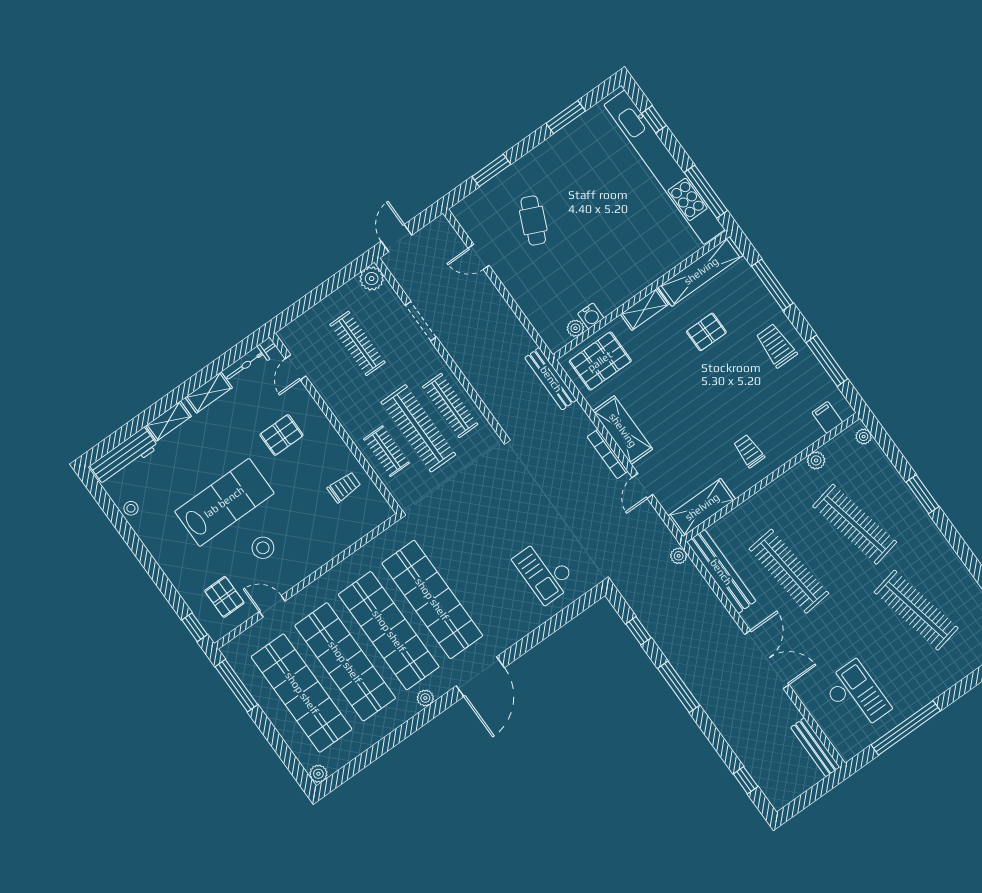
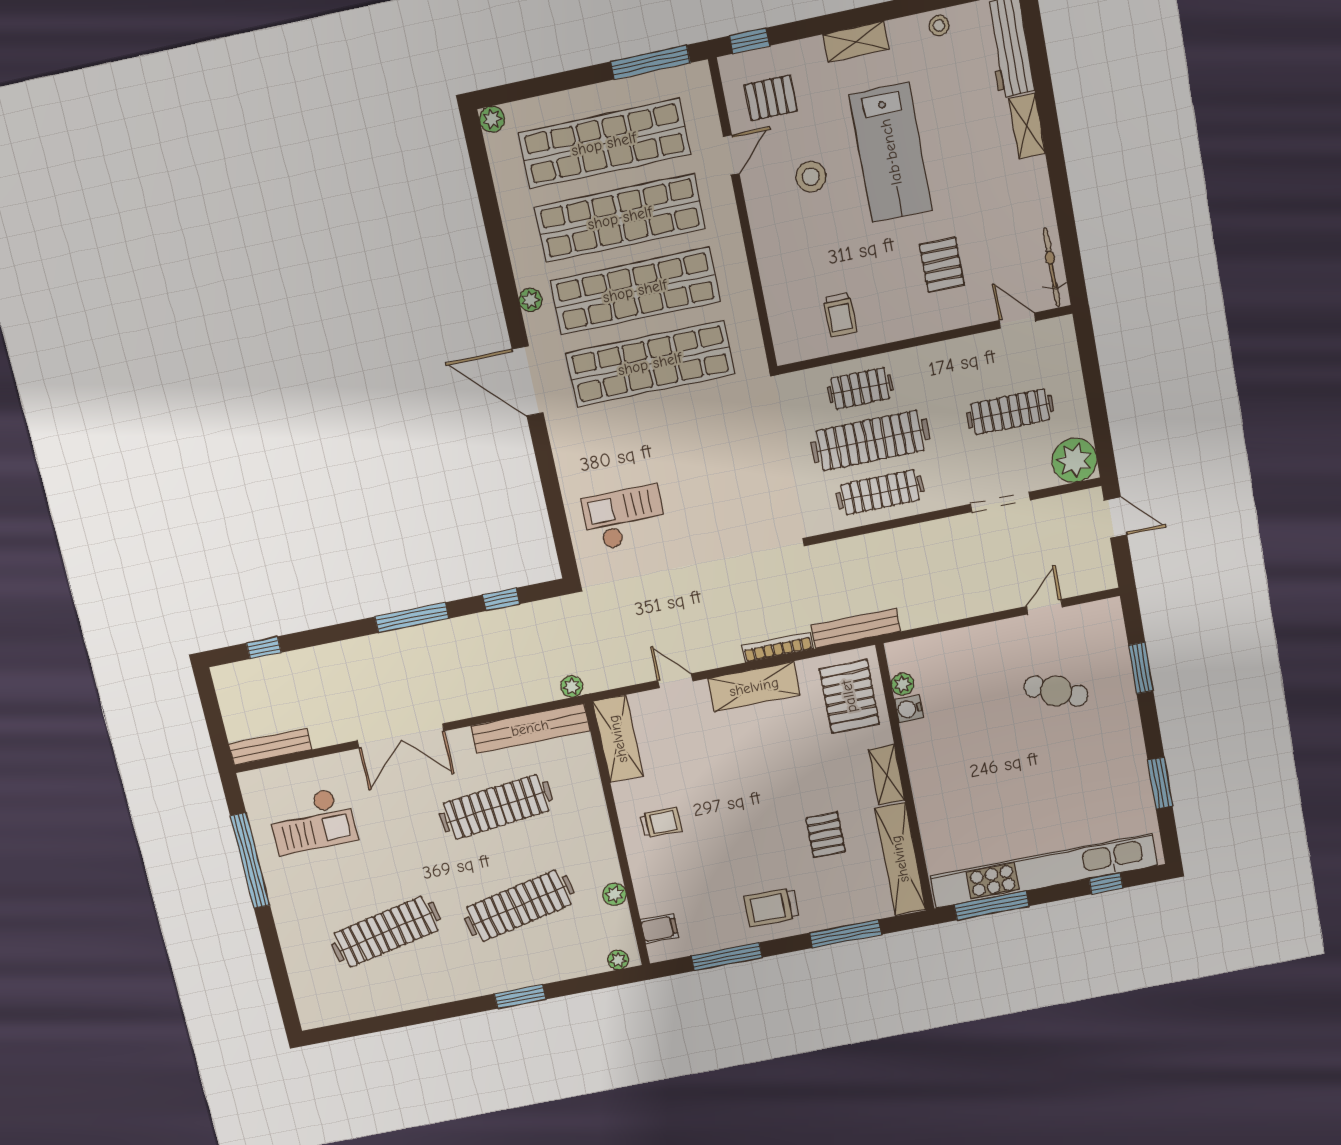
plant: (372, 279) -> (1074, 460), width x1.36, depth x1.36
trolley: (776, 346) -> (771, 907), turned 180
shelving: (209, 393) -> (856, 42), moved, turned 90
bookcase: (608, 454) -> (778, 647), moved

